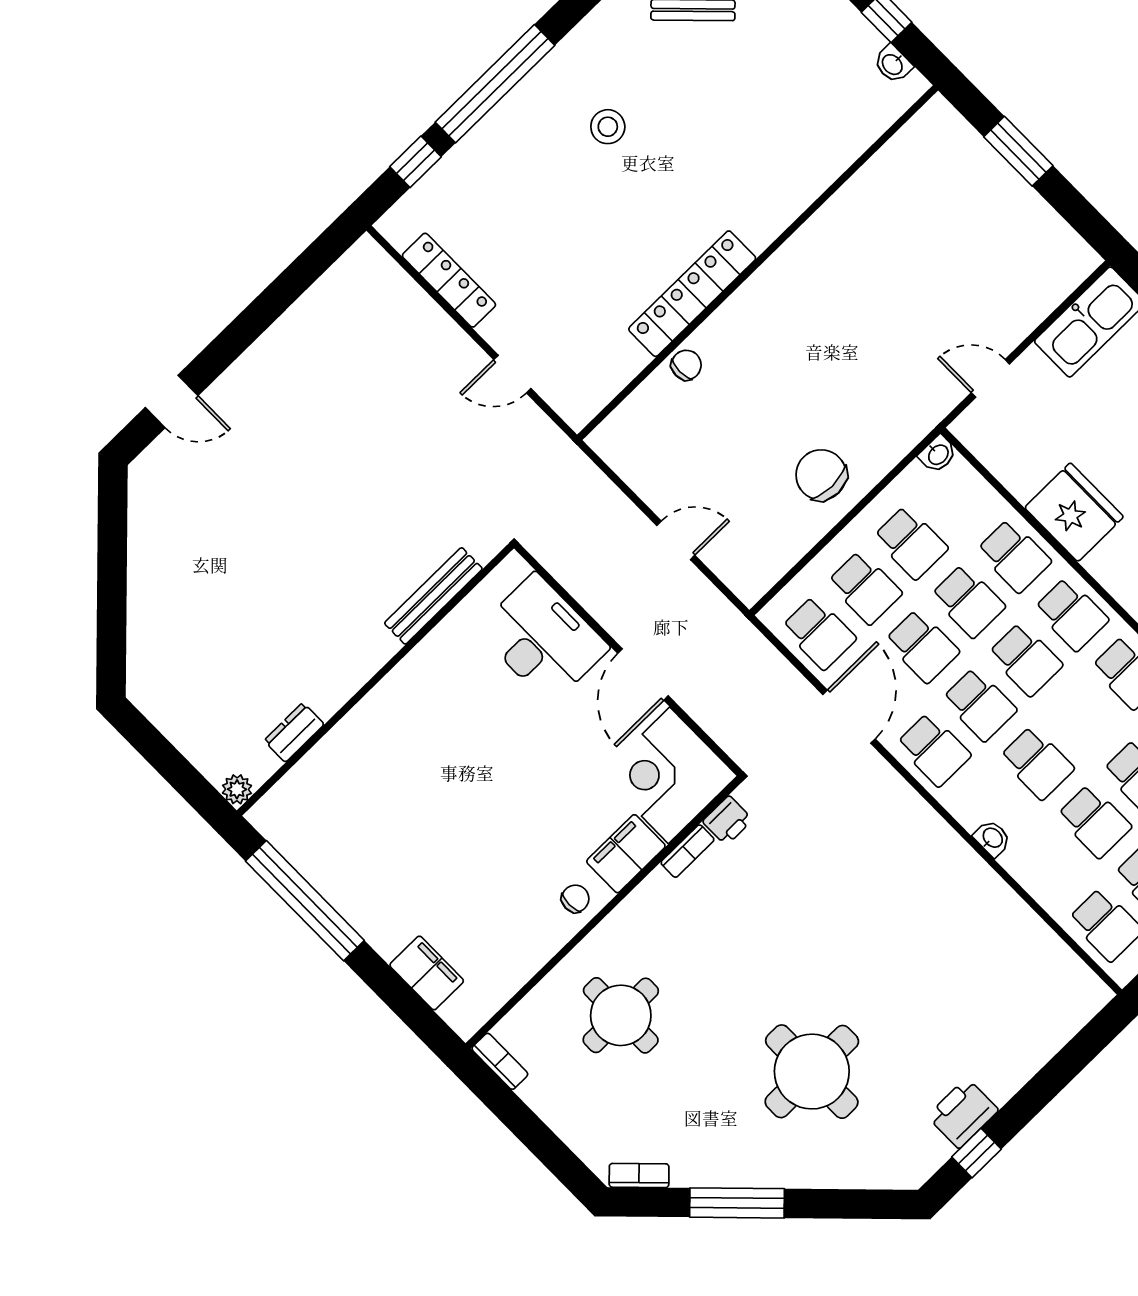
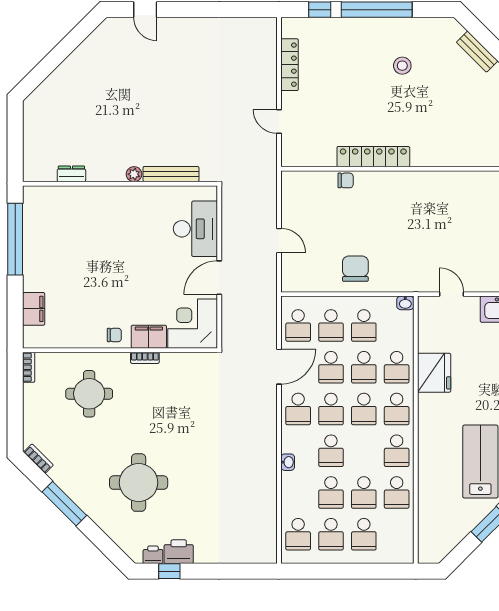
plant: (237, 789) -> (134, 174), moved
printer: (728, 821) -> (153, 555), moved, turned 180
bookcase: (688, 851) -> (145, 358), moved

